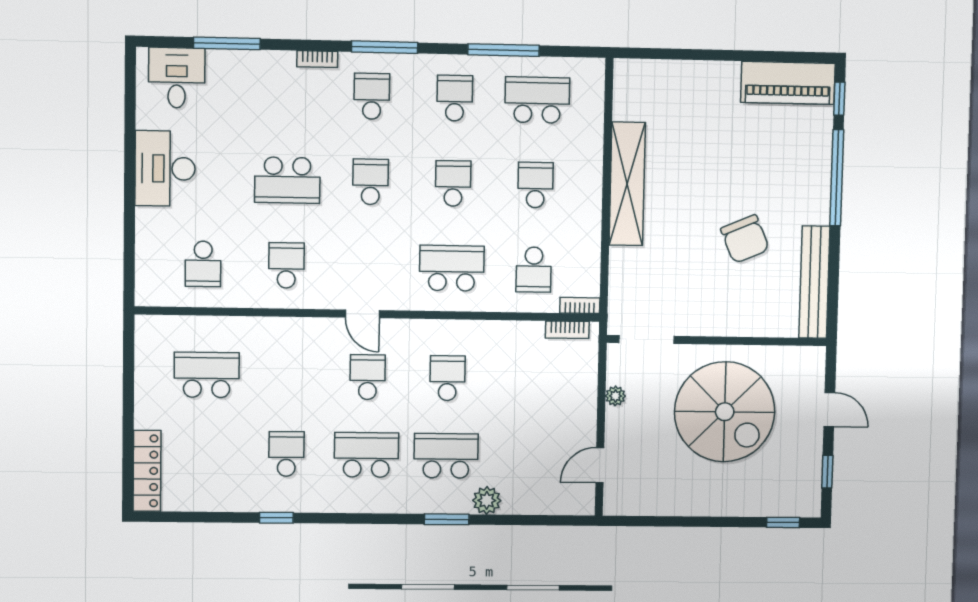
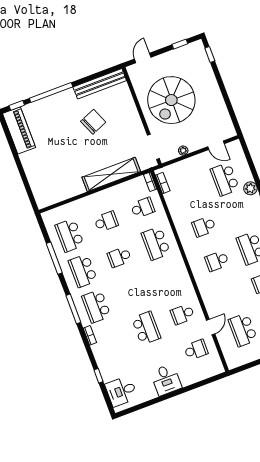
window: (227, 43) -> (99, 376), width x0.46
school desk: (372, 96) -> (96, 306), width x1.85
school desk: (455, 98) -> (83, 271), width x1.85
desk: (165, 168) -> (166, 380), width x0.73
school desk: (370, 182) -> (133, 293), removed
shelving: (627, 184) -> (111, 174), moved
school desk: (535, 185) -> (106, 222), turned 180
door: (362, 314) -> (211, 327), moved
door: (829, 410) -> (143, 58), moved
spiral stairs: (725, 412) -> (171, 100), turned 180
school desk: (446, 456) -> (225, 179), moved

